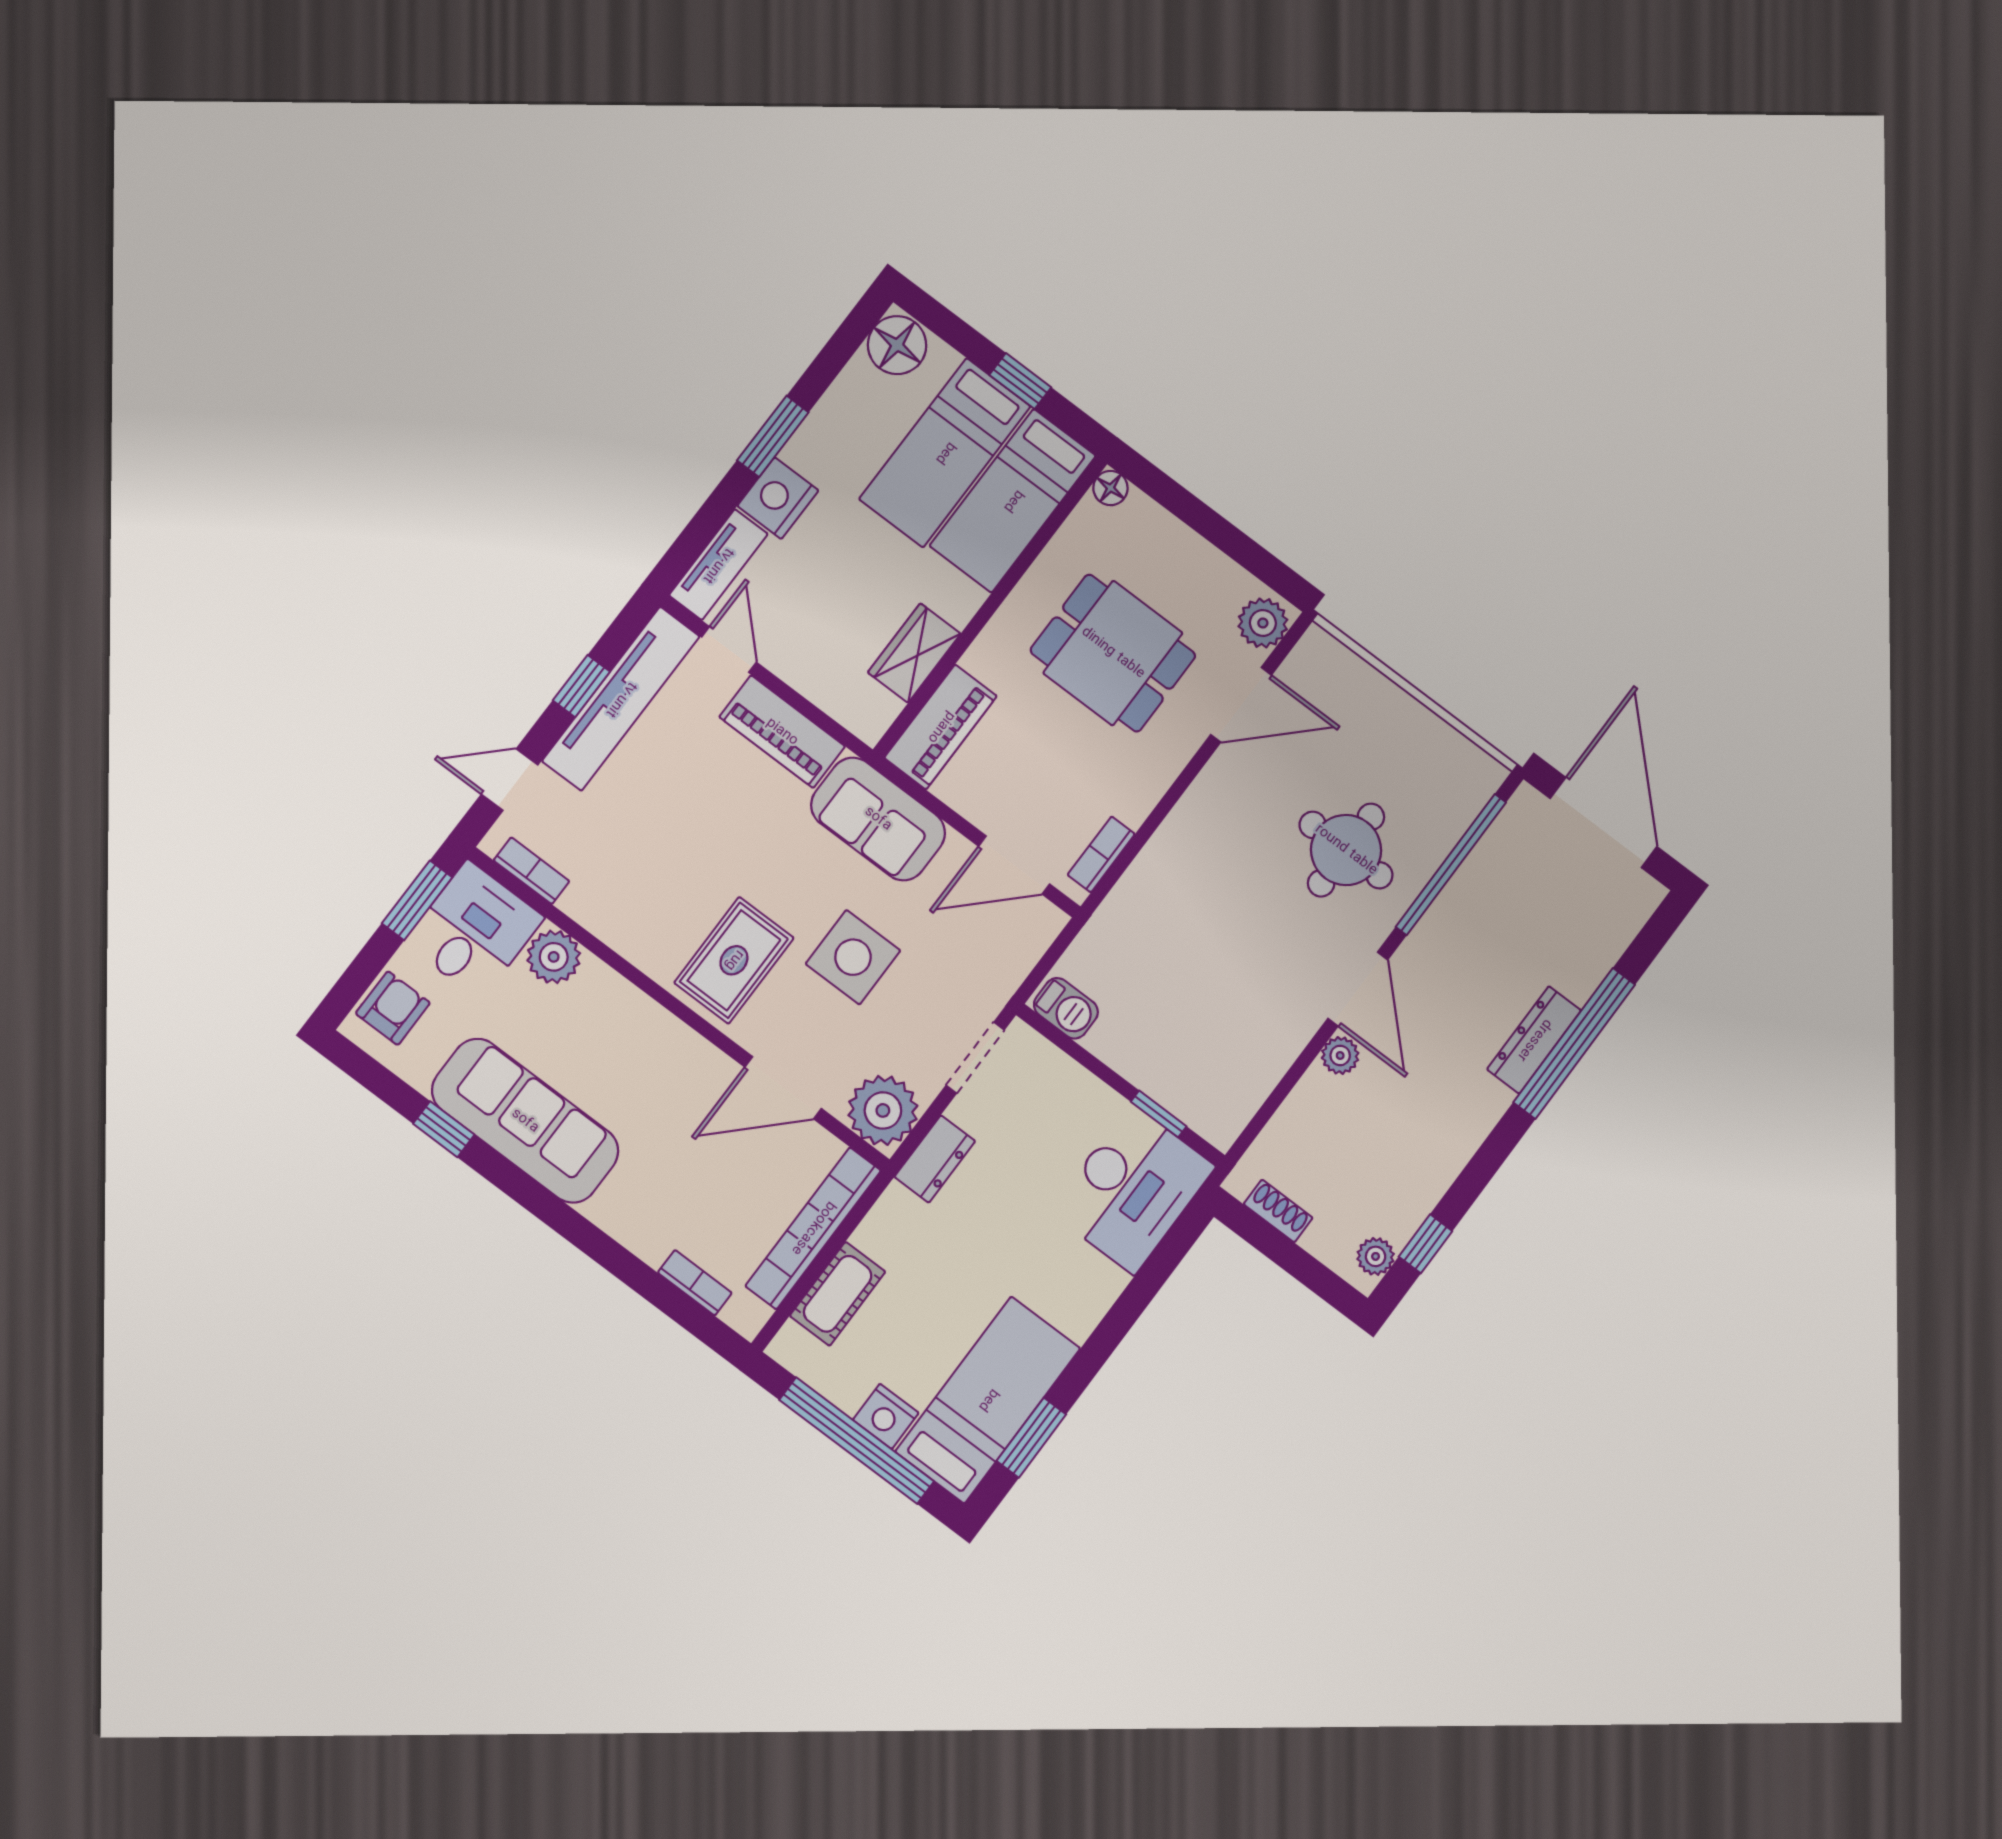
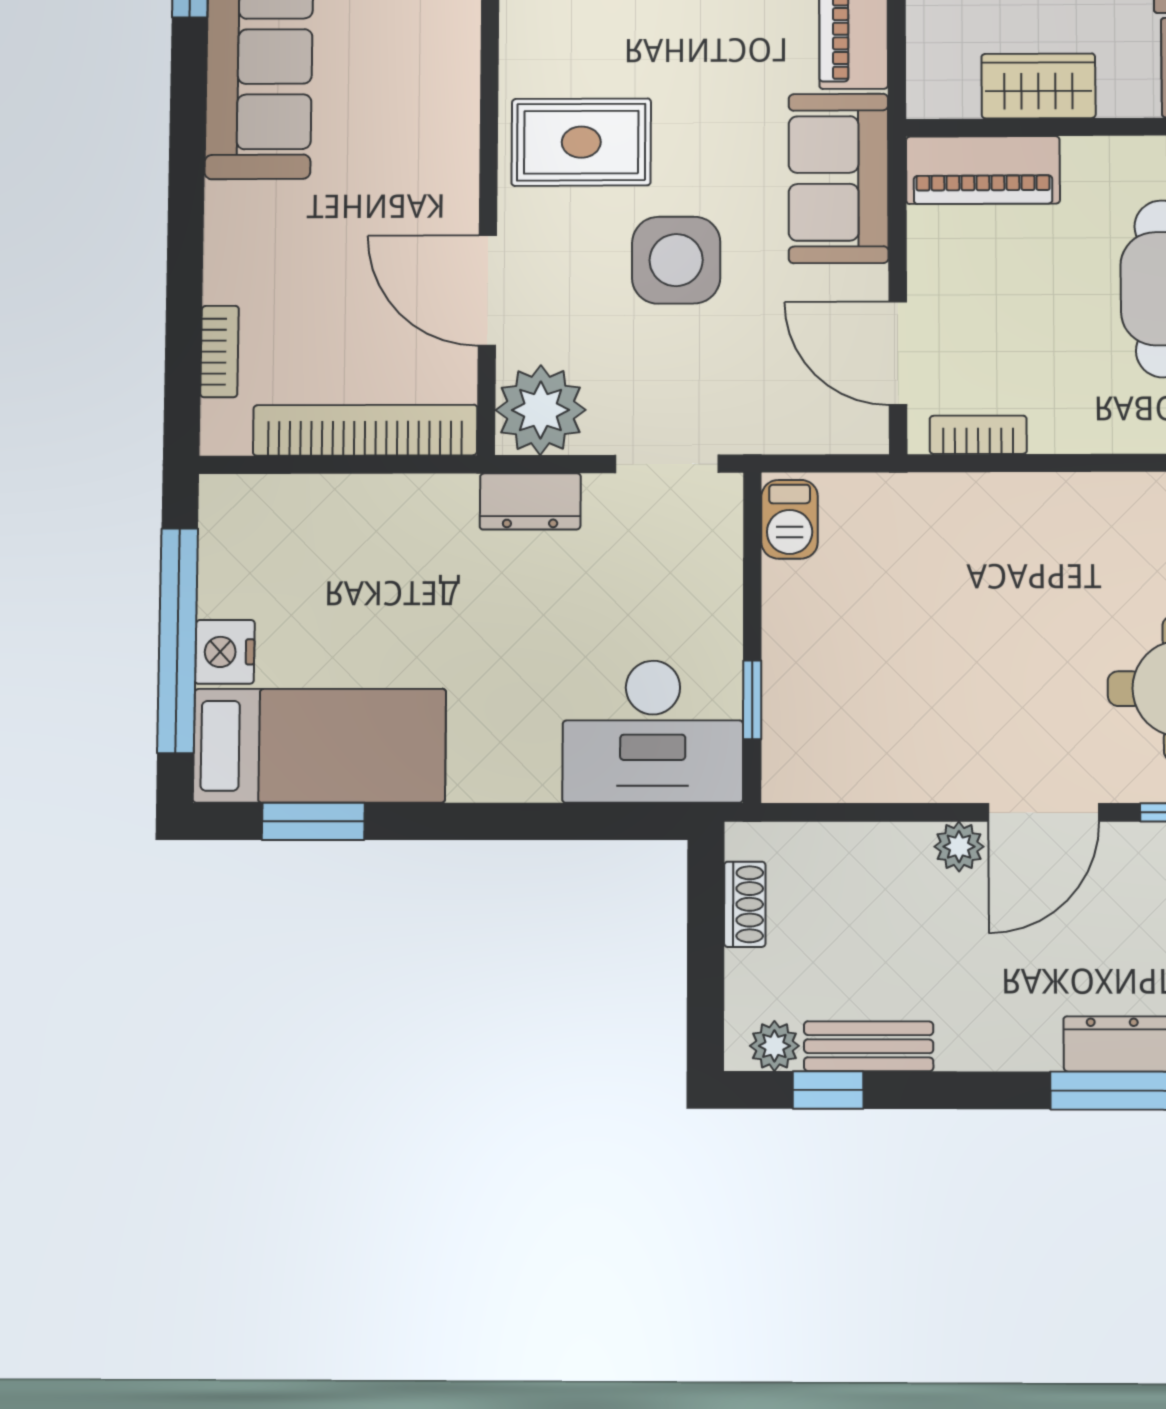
bench: (1418, 1200) -> (869, 1046), added
cot: (838, 1294) -> (316, 506), removed

